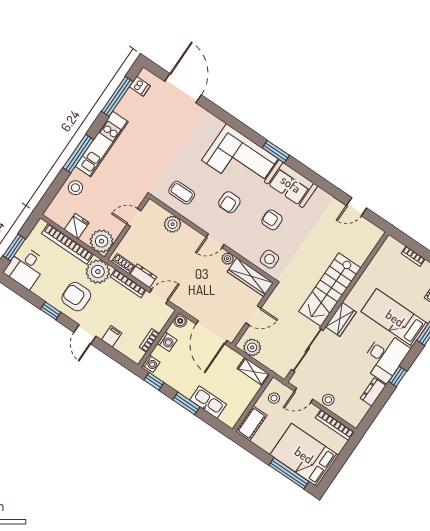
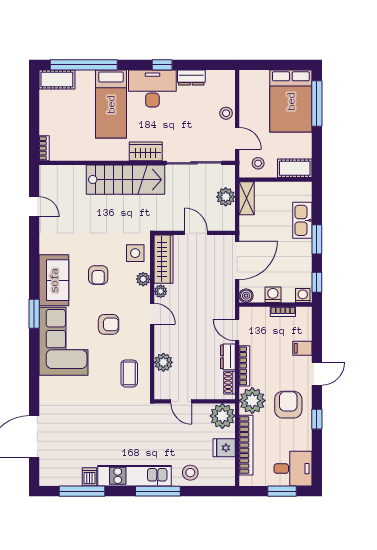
dishwasher: (140, 86) -> (90, 477), moved
plant: (246, 252) -> (143, 279), added
bookcase: (413, 256) -> (44, 148), moved
armchair: (76, 297) -> (288, 405), turned 180
plant: (252, 347) -> (226, 197), moved
bookcase: (335, 425) -> (245, 92), removed

